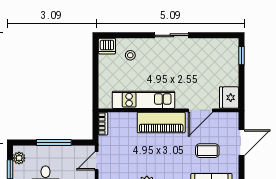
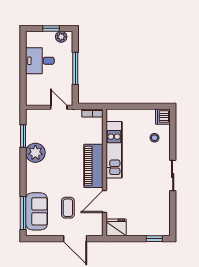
door: (201, 110) -> (104, 201), hinge flipped

